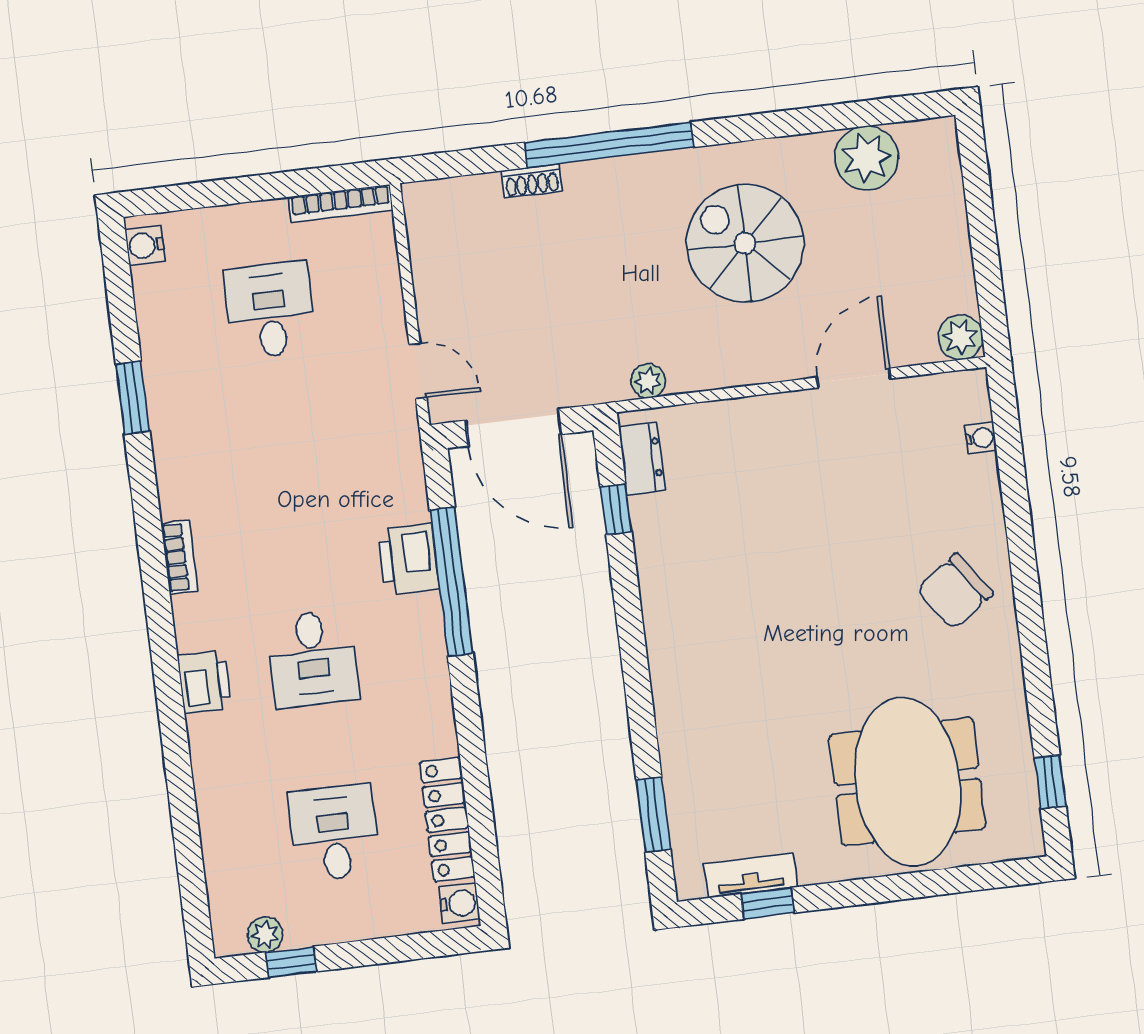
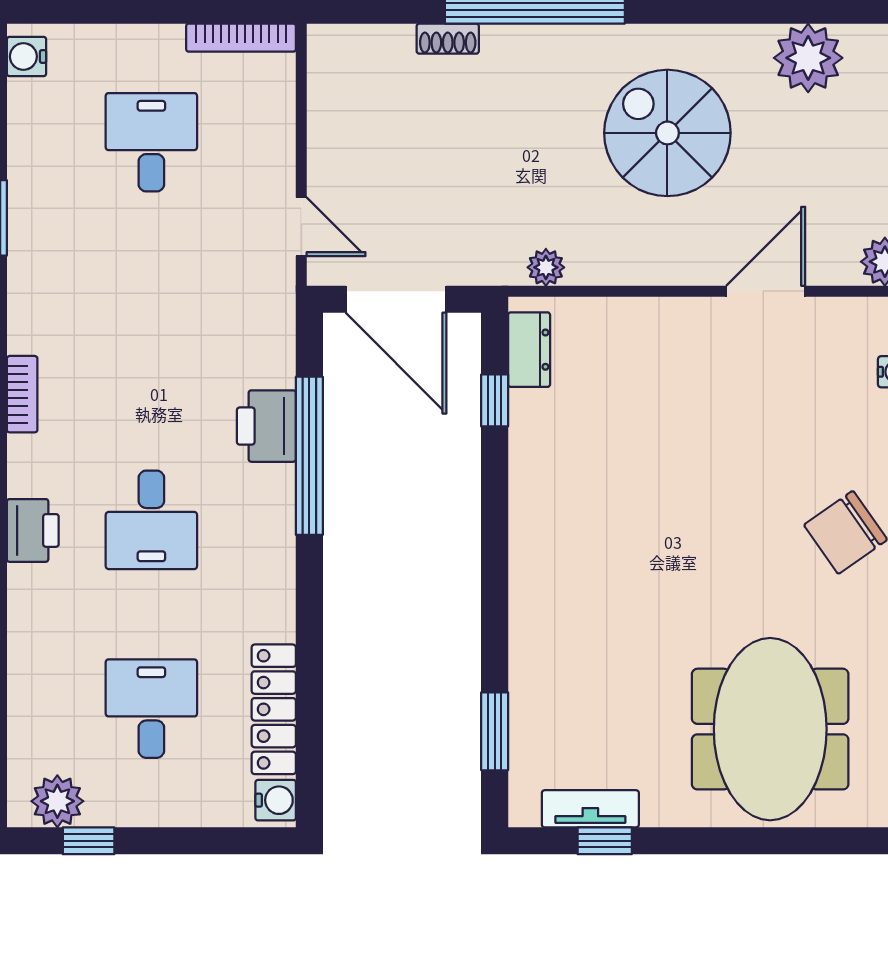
plant: (265, 935) -> (57, 801), width x1.38, depth x1.38

